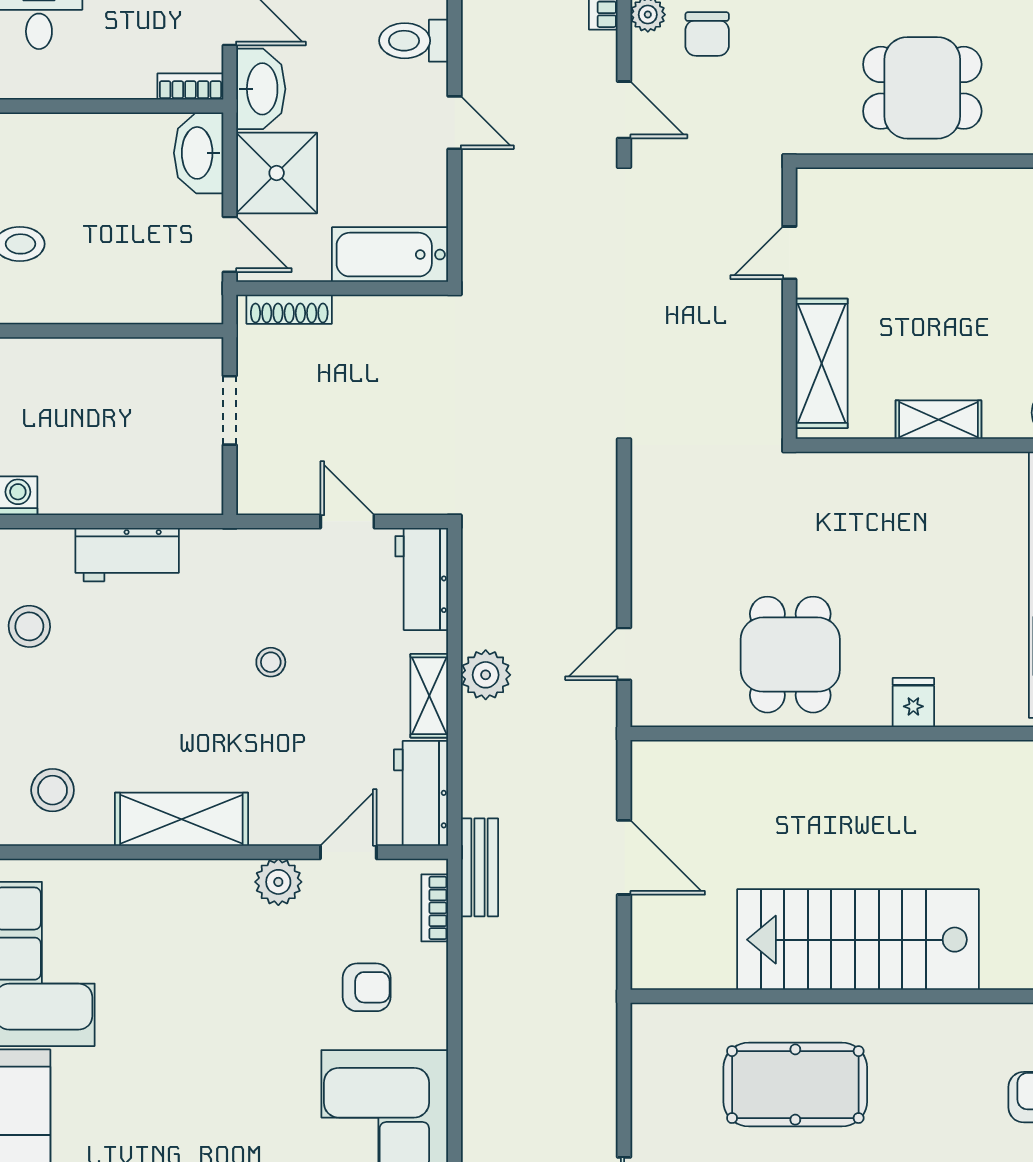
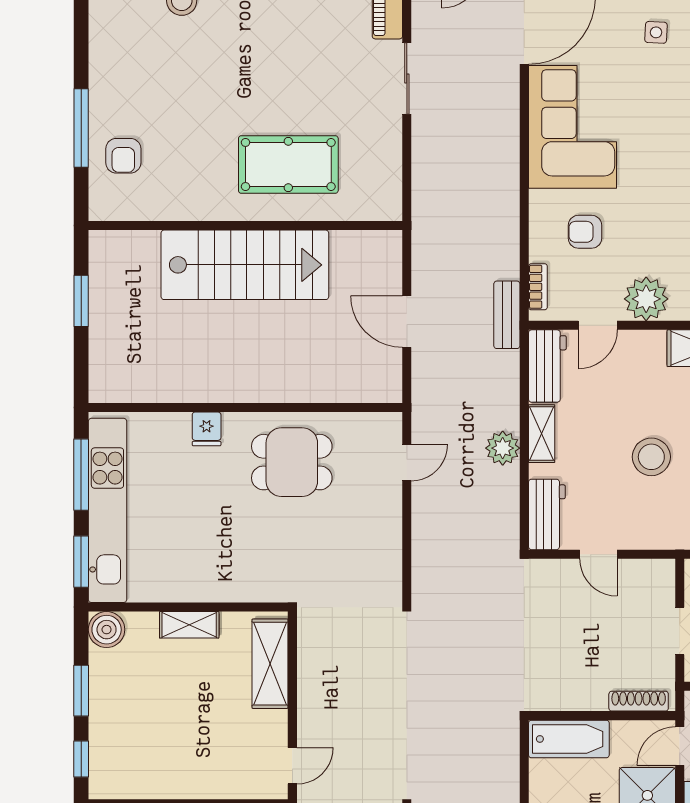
door: (230, 244) -> (680, 746), hinge flipped
door: (789, 253) -> (292, 766), moved
dining table: (790, 655) -> (292, 462), turned 90
stool: (271, 662) -> (651, 457), width x1.89, depth x1.89
plant: (278, 882) -> (646, 299), width x1.36, depth x1.36

